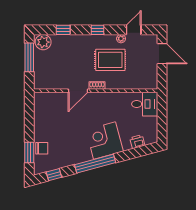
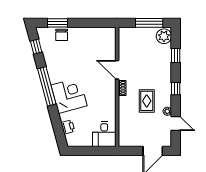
rug: (110, 60) -> (147, 101), width x0.73, depth x0.70

